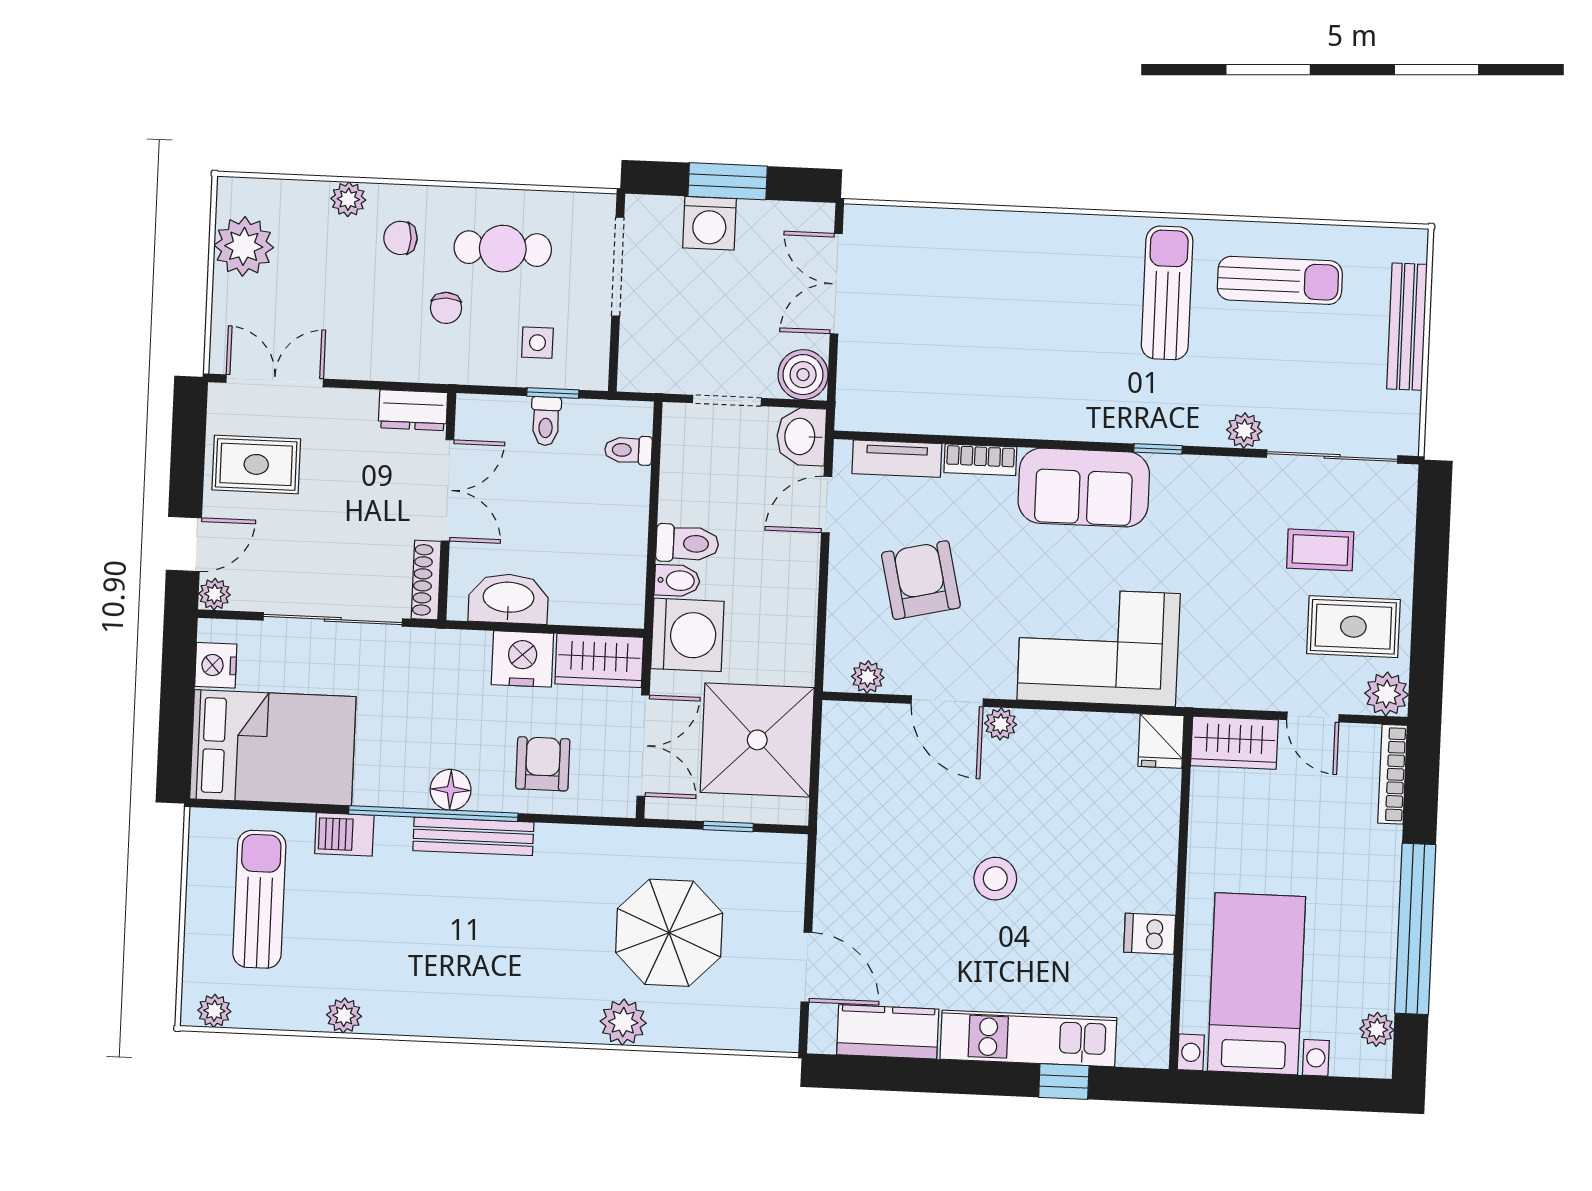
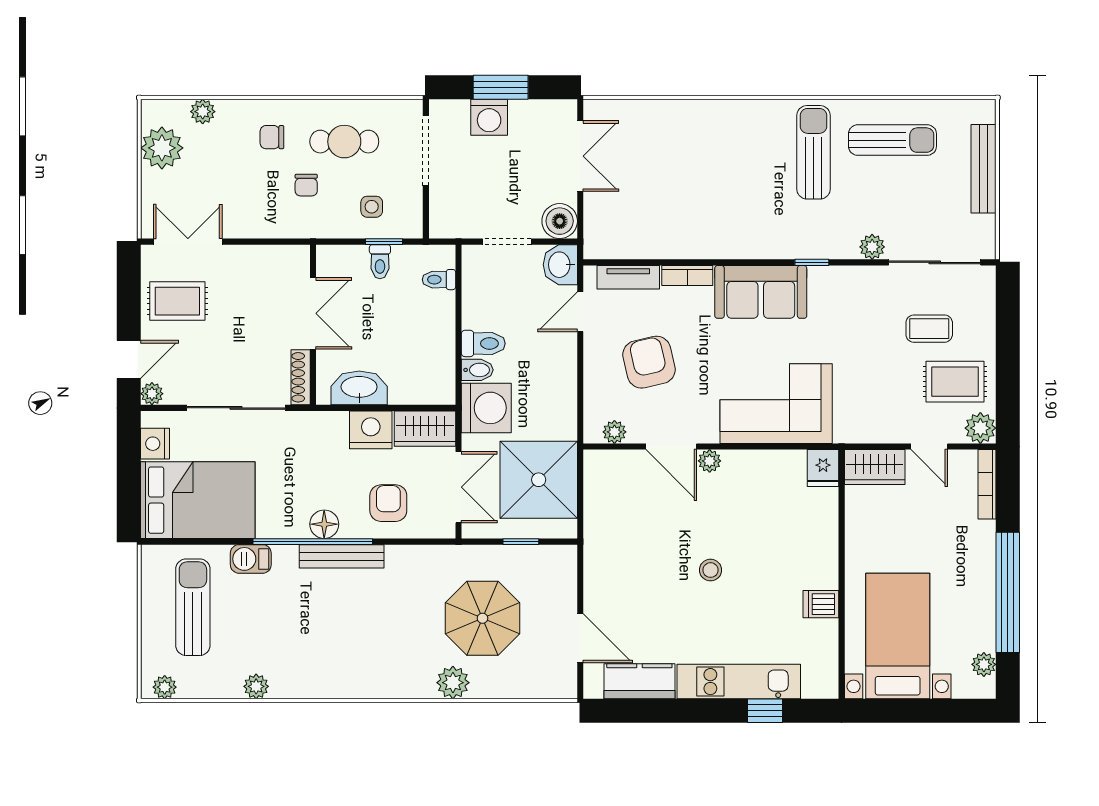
plant: (348, 199) -> (203, 112), moved
double door: (836, 284) -> (580, 156), swing flipped
dresser: (413, 410) -> (286, 258), removed
stool: (995, 879) -> (711, 570), width x0.73, depth x0.73

